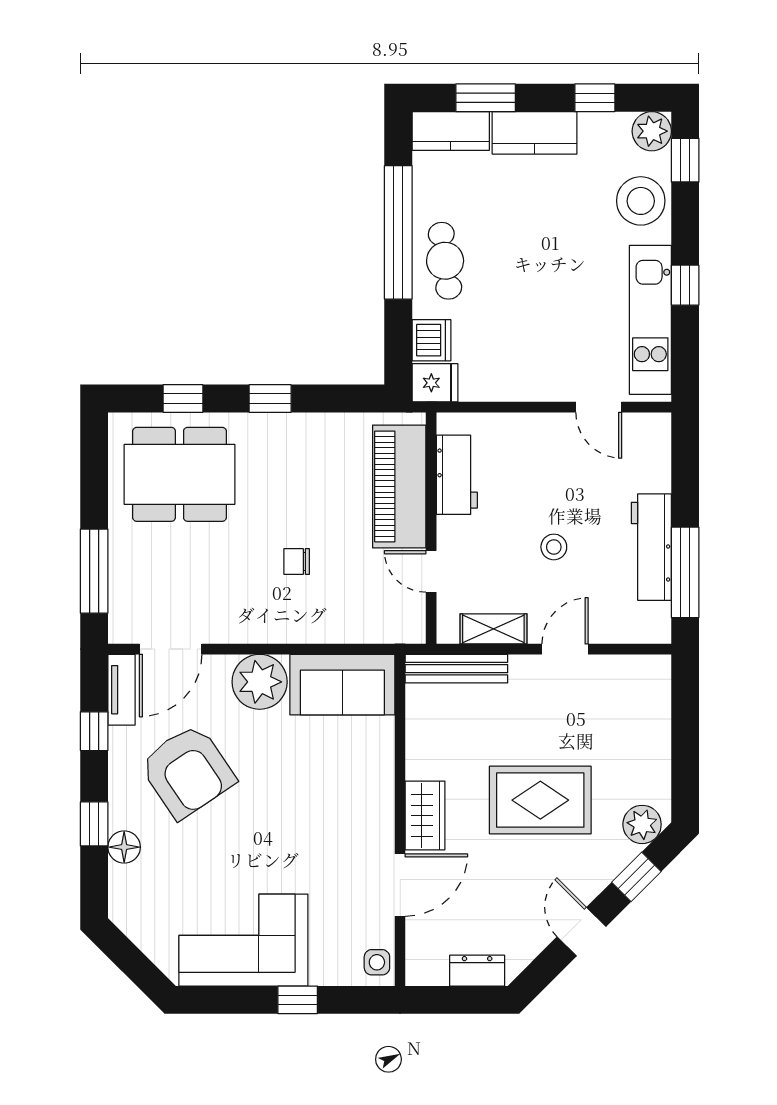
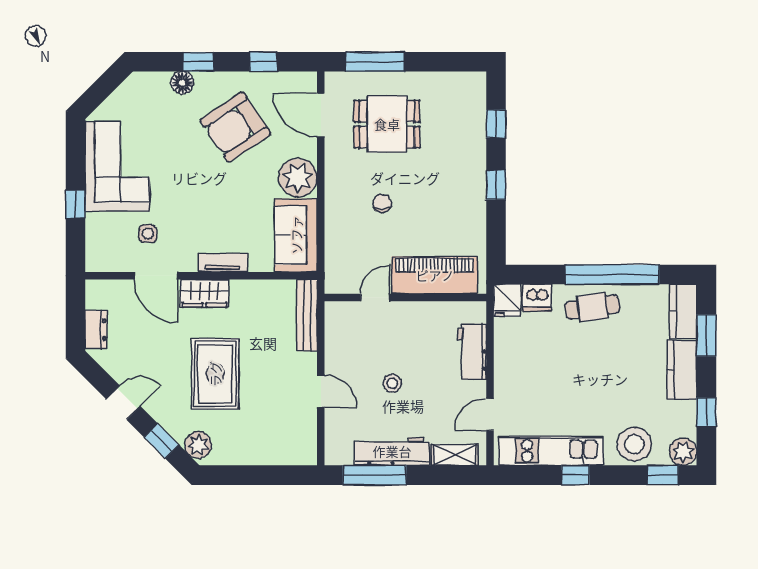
dining table: (179, 474) -> (387, 124), moved, width x0.73
workbench: (457, 475) -> (472, 352), moved, turned 90
shelving: (493, 629) -> (455, 455), moved, turned 90
tv unit: (121, 690) -> (223, 263), moved, turned 180
side table: (377, 962) -> (148, 234), moved

